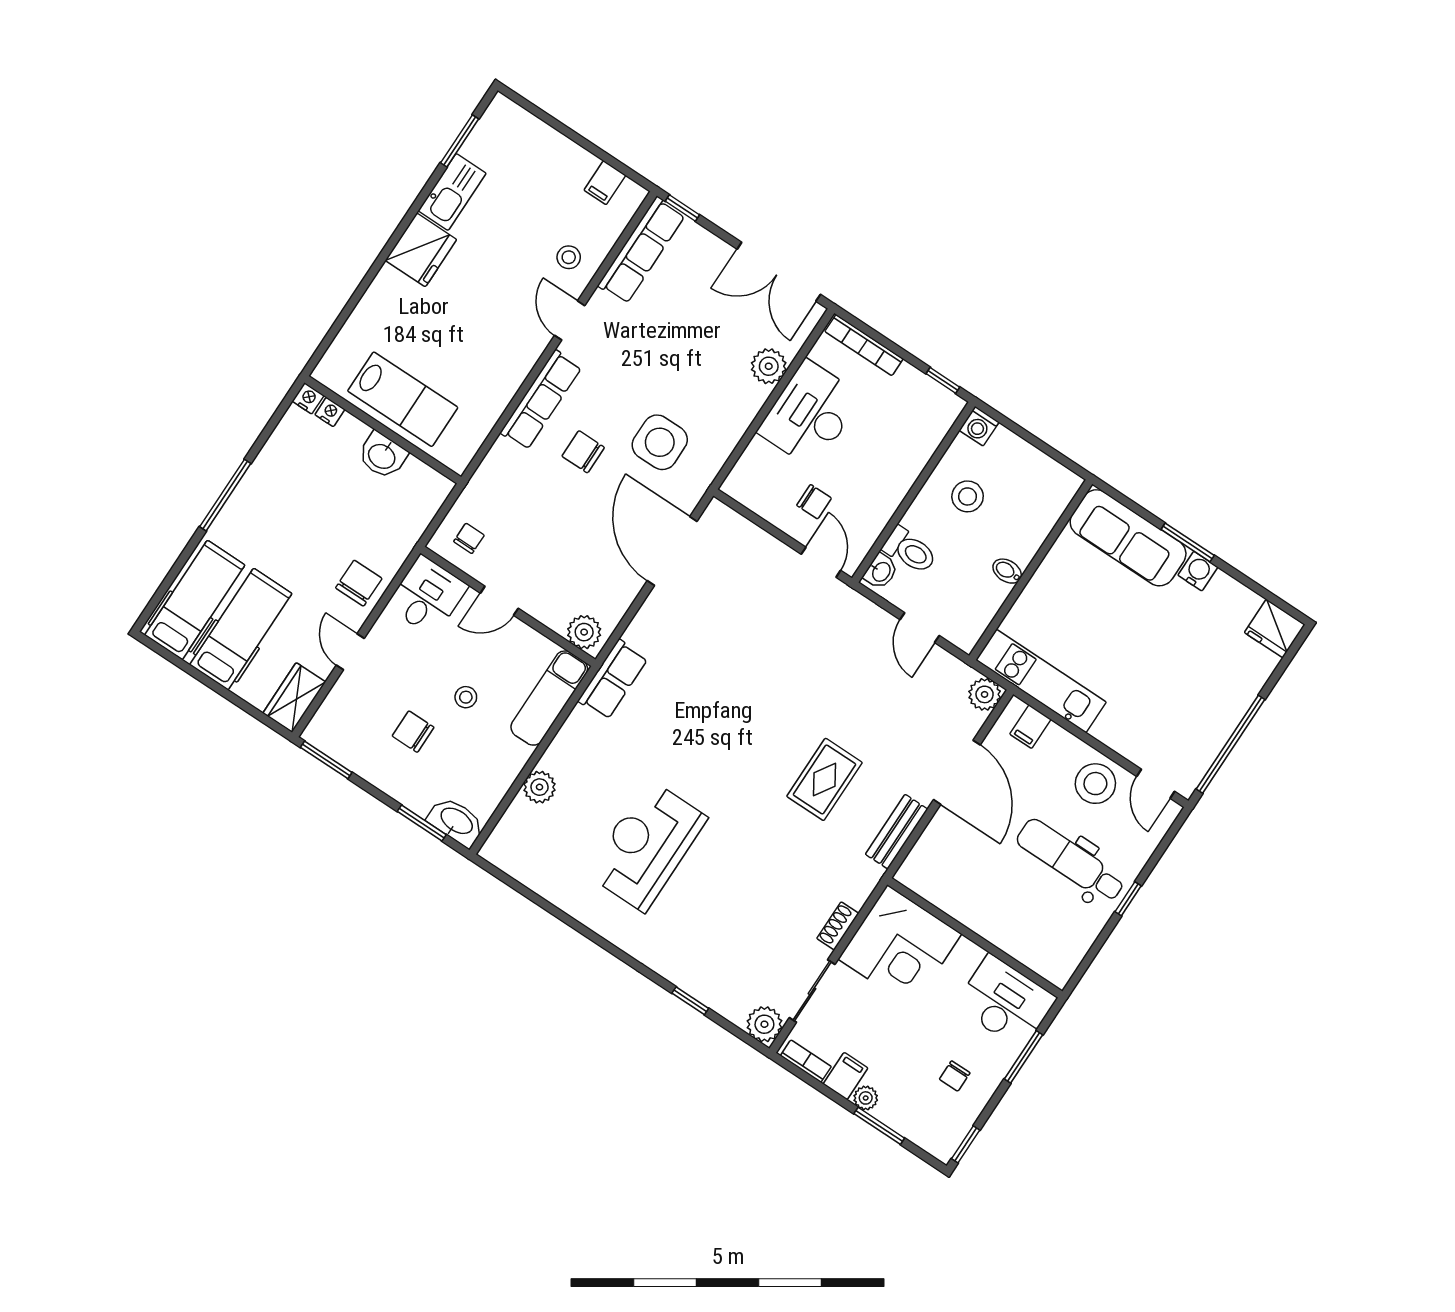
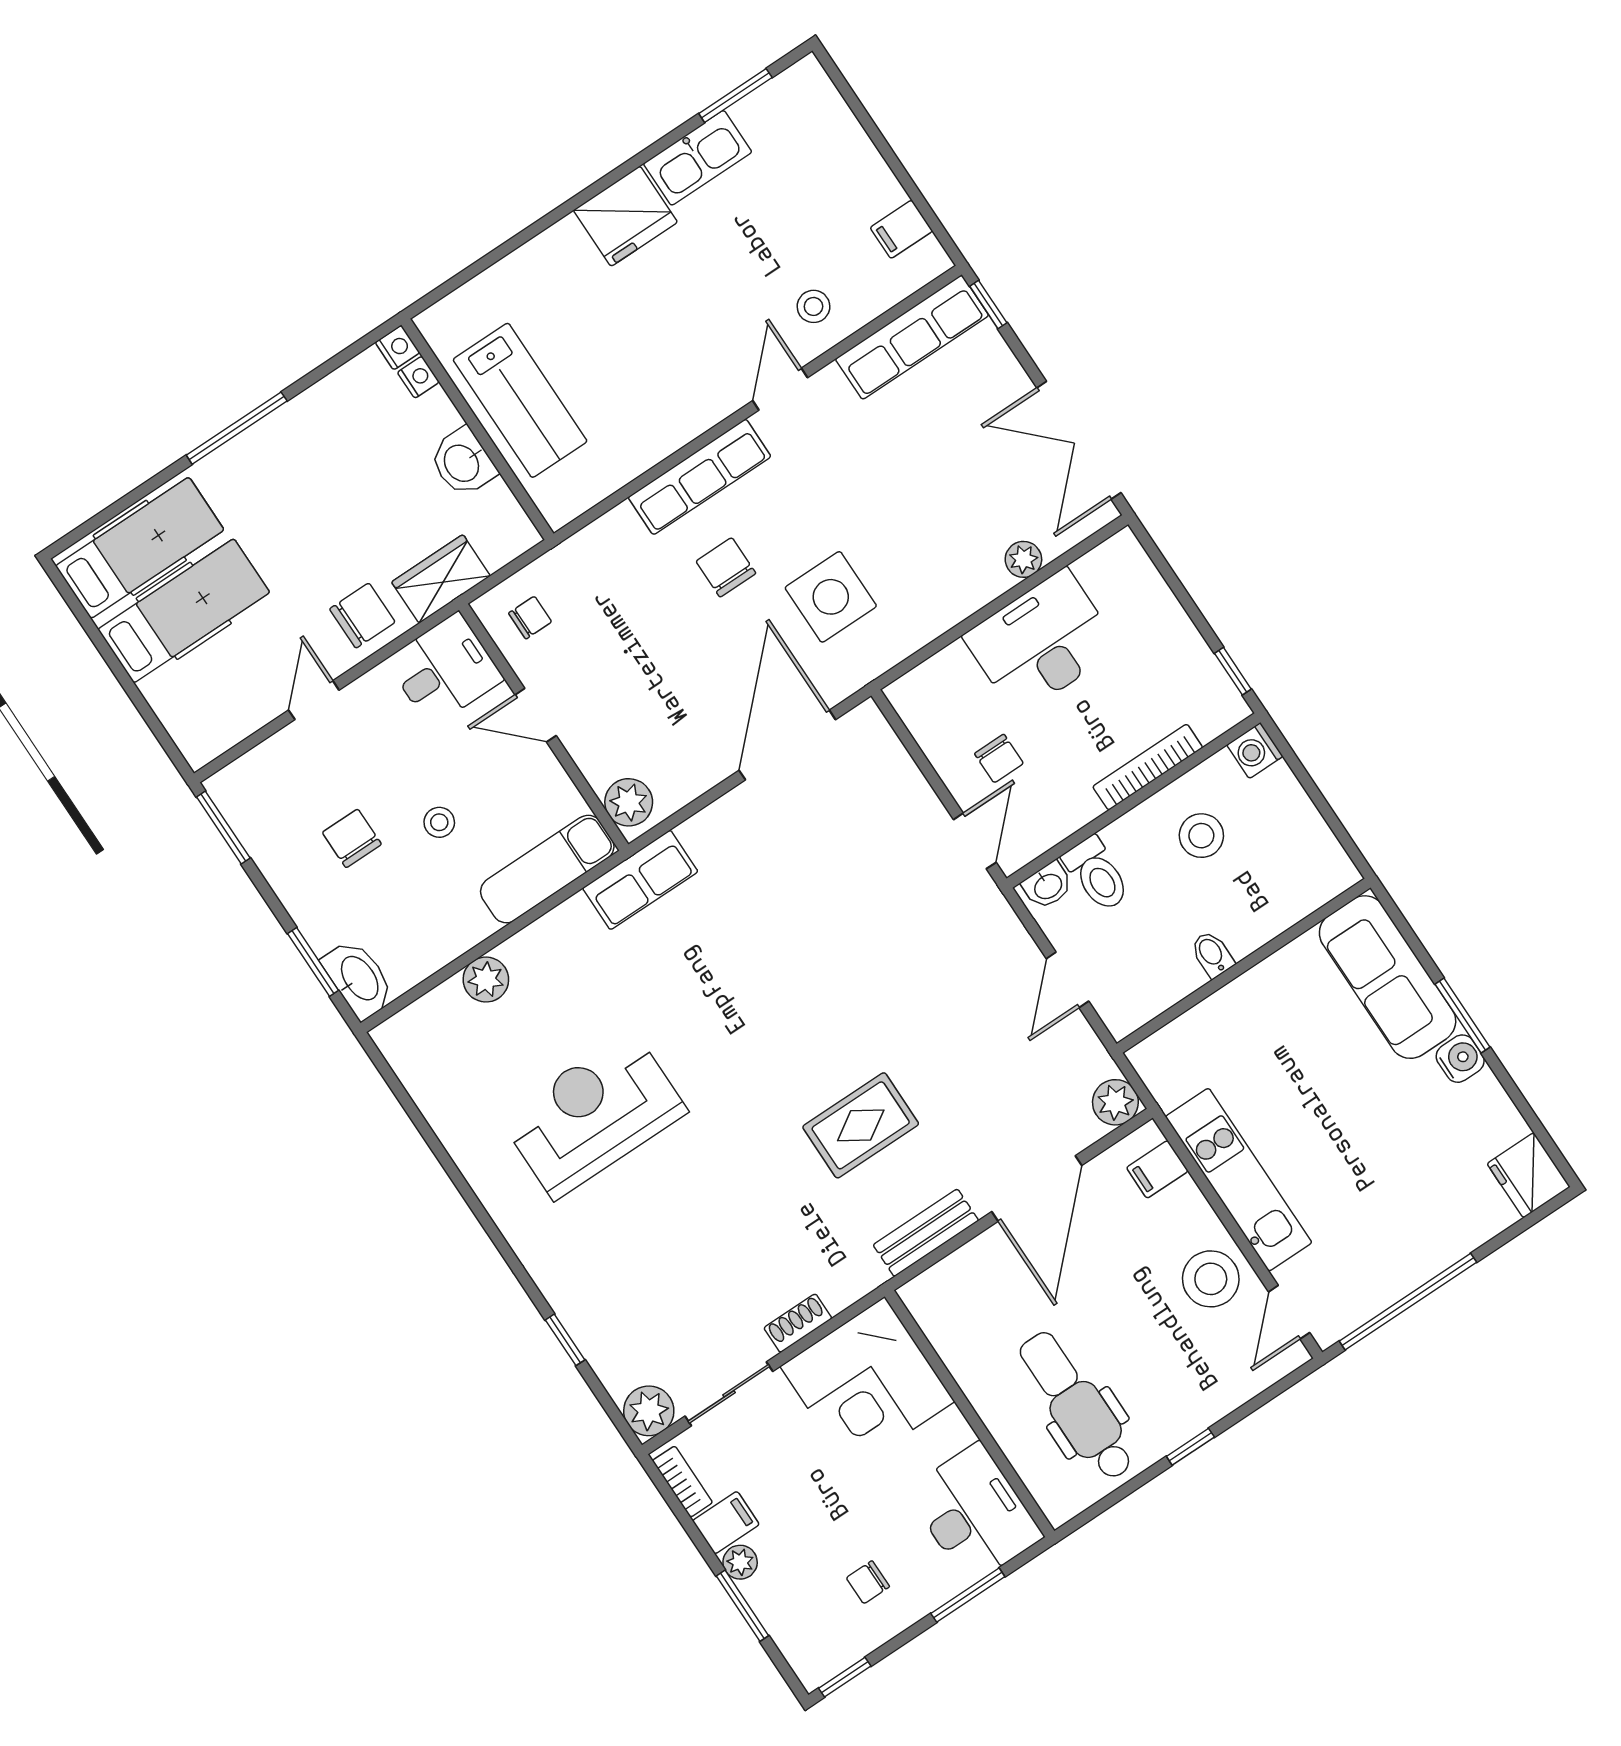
bookcase: (864, 345) -> (1148, 767), moved, turned 90
plant: (769, 366) -> (1023, 559), width x0.73, depth x0.73
kitchen unit: (1041, 681) -> (1239, 1180), moved
wardrobe: (294, 698) -> (441, 579), moved
dental chair: (1071, 861) -> (1077, 1406), moved

